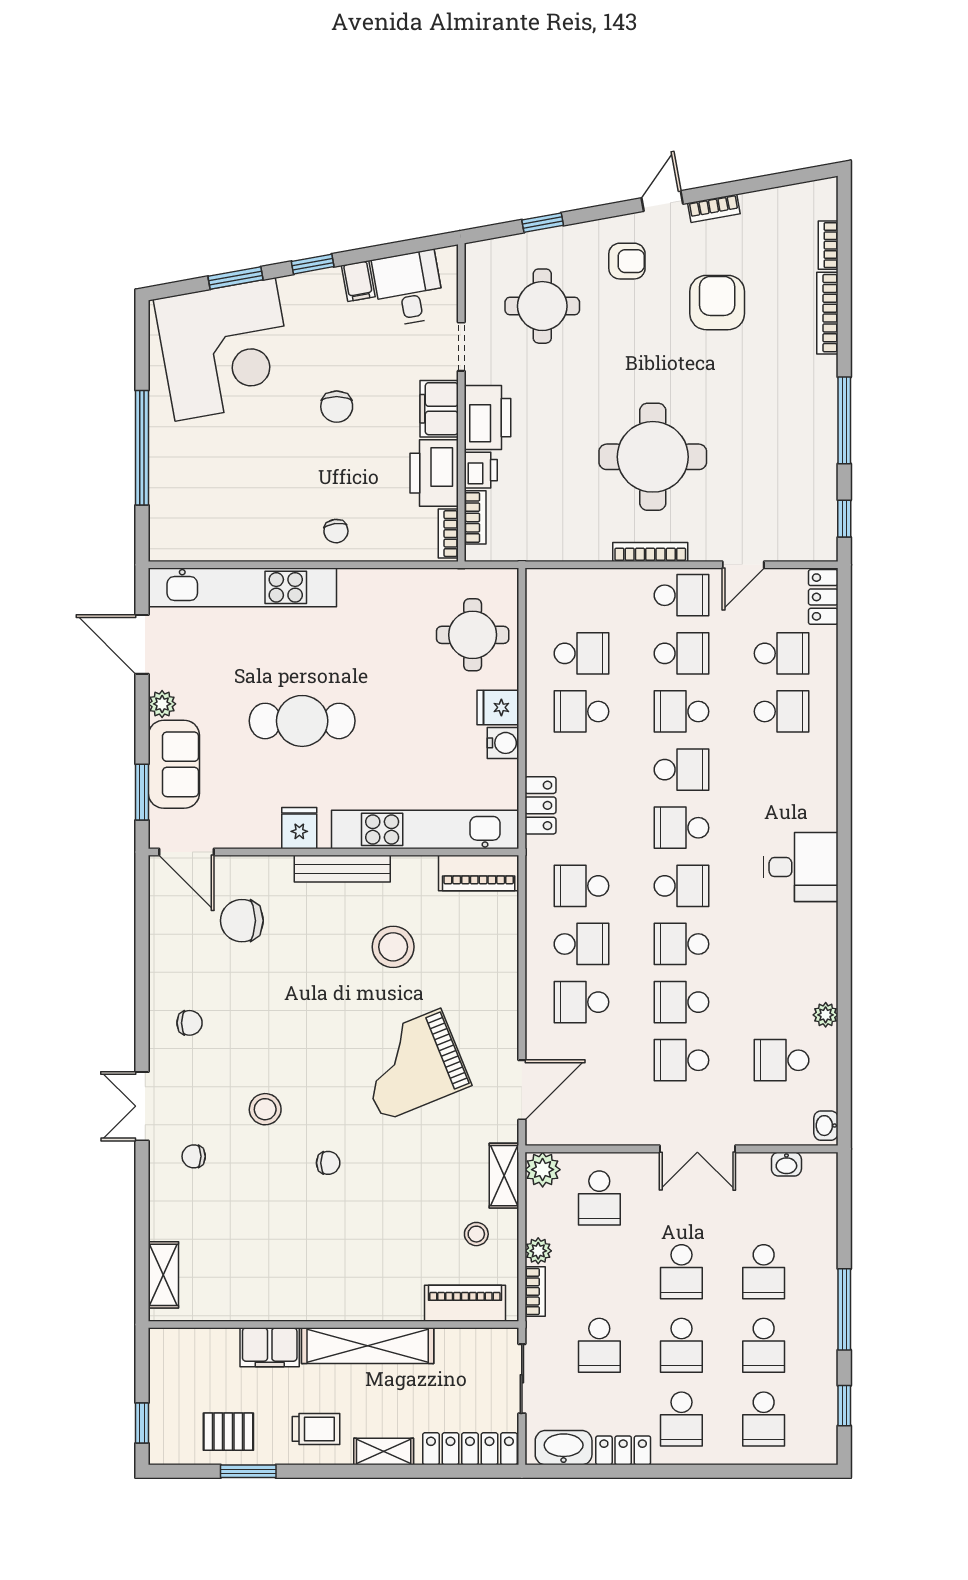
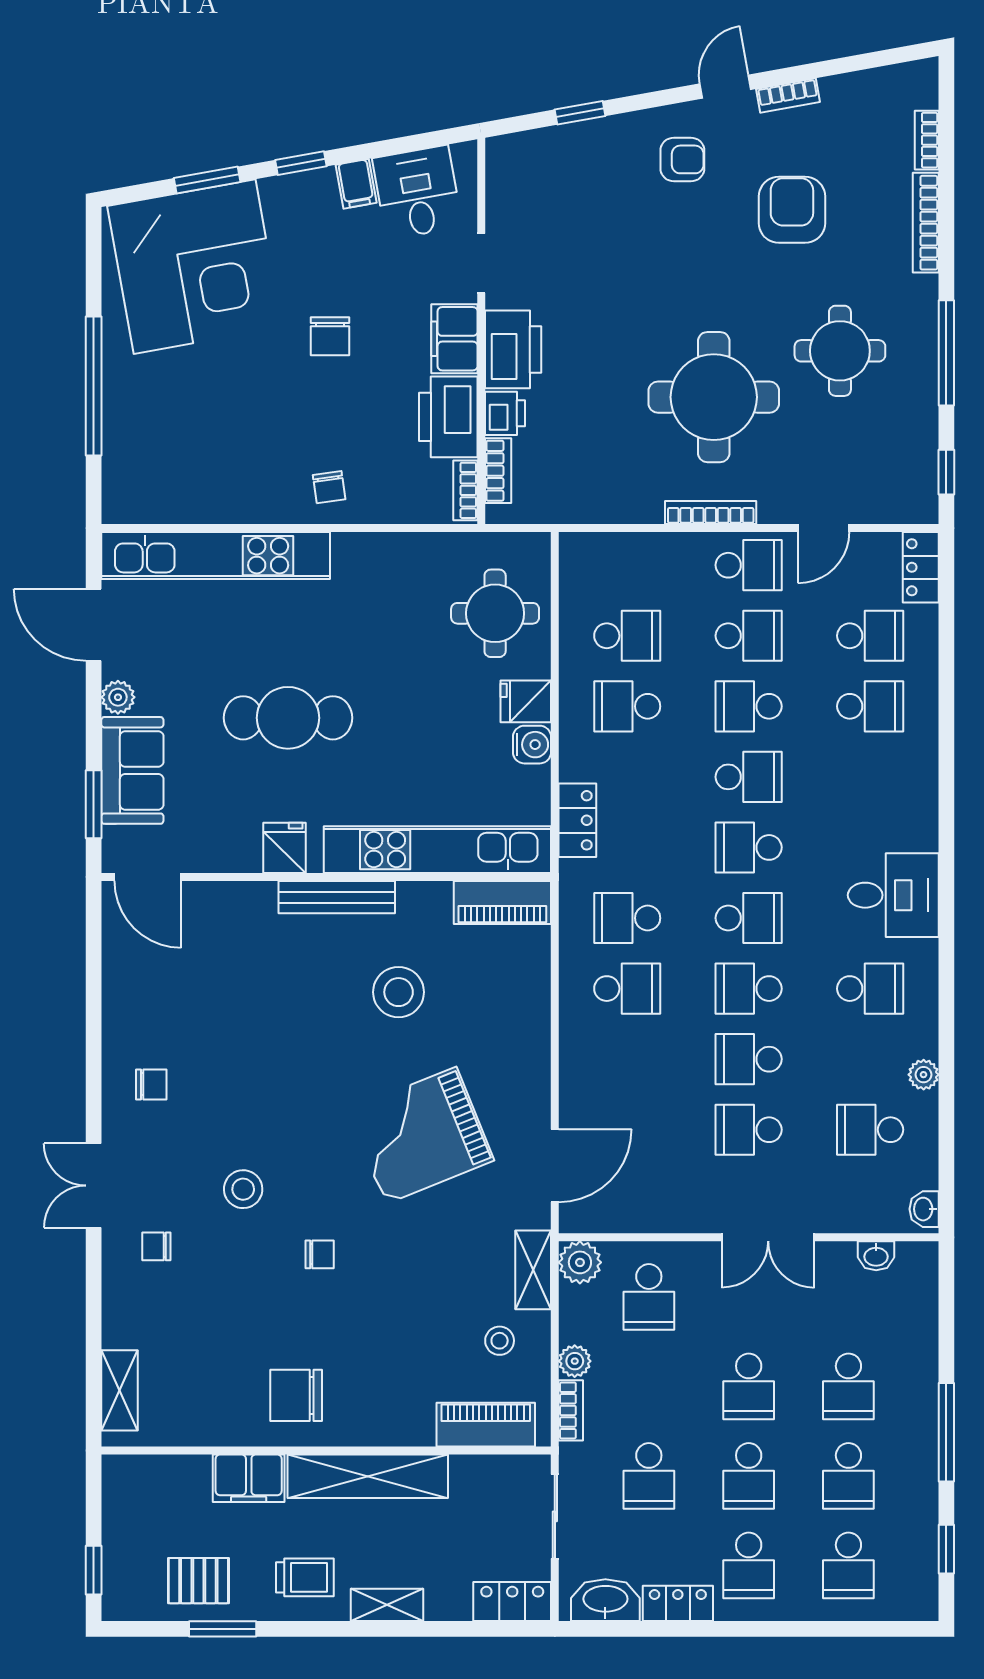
round table: (542, 306) -> (840, 351), moved
chair: (242, 921) -> (296, 1395), moved
school desk: (581, 1002) -> (870, 989), moved, turned 180
locker: (470, 1449) -> (512, 1601), width x0.66

